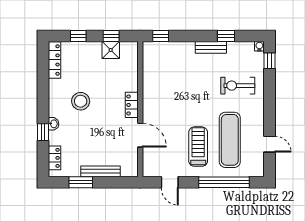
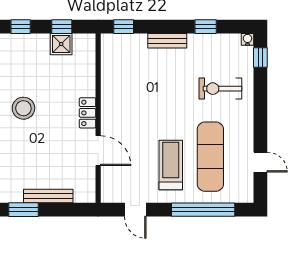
bench: (211, 47) -> (167, 41), moved

